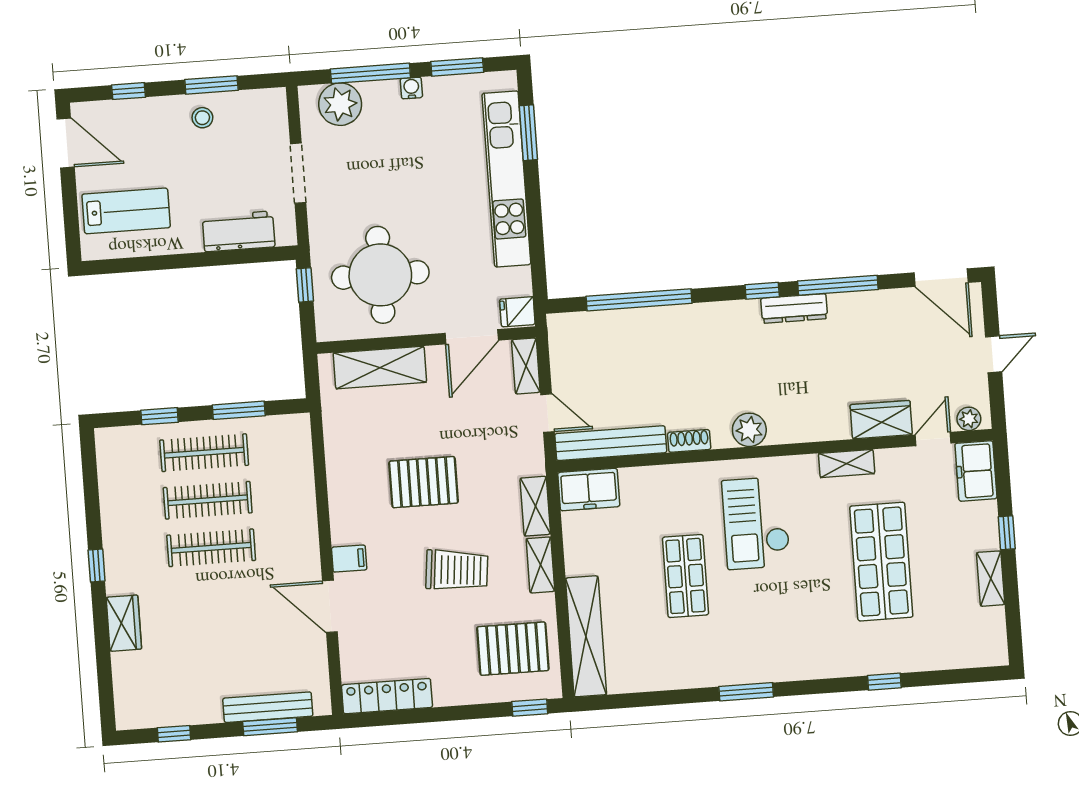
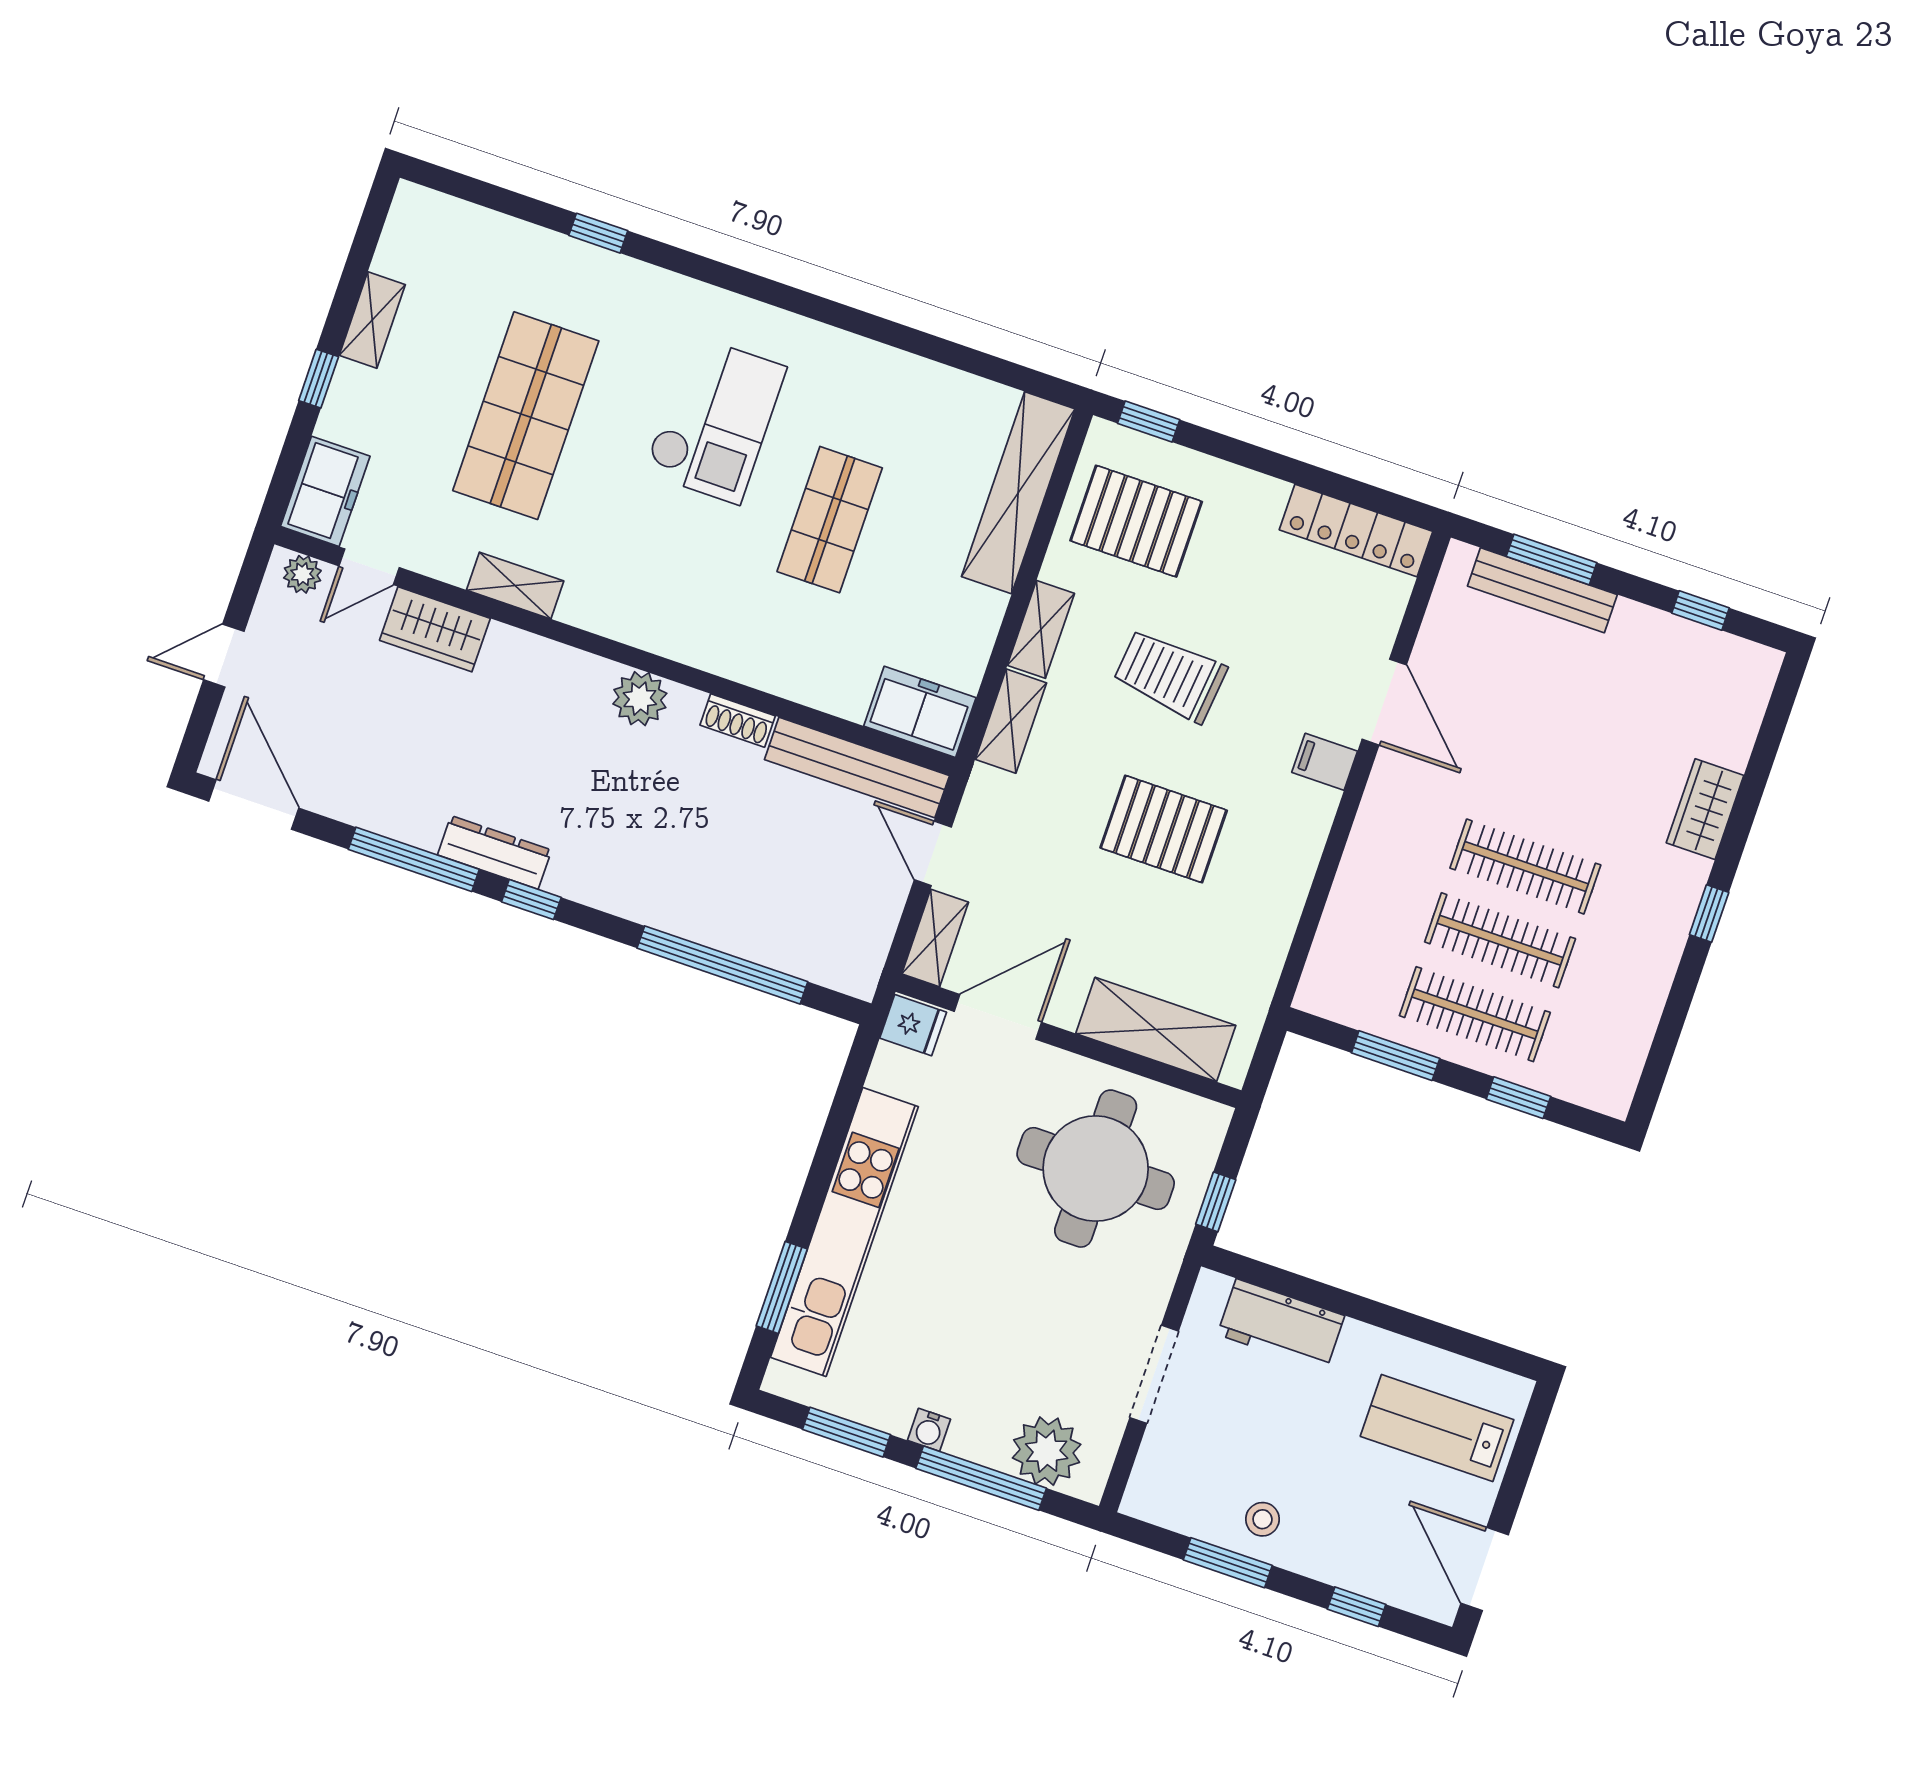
checkout: (756, 523) -> (715, 420), moved
window: (746, 692) -> (813, 307), removed

